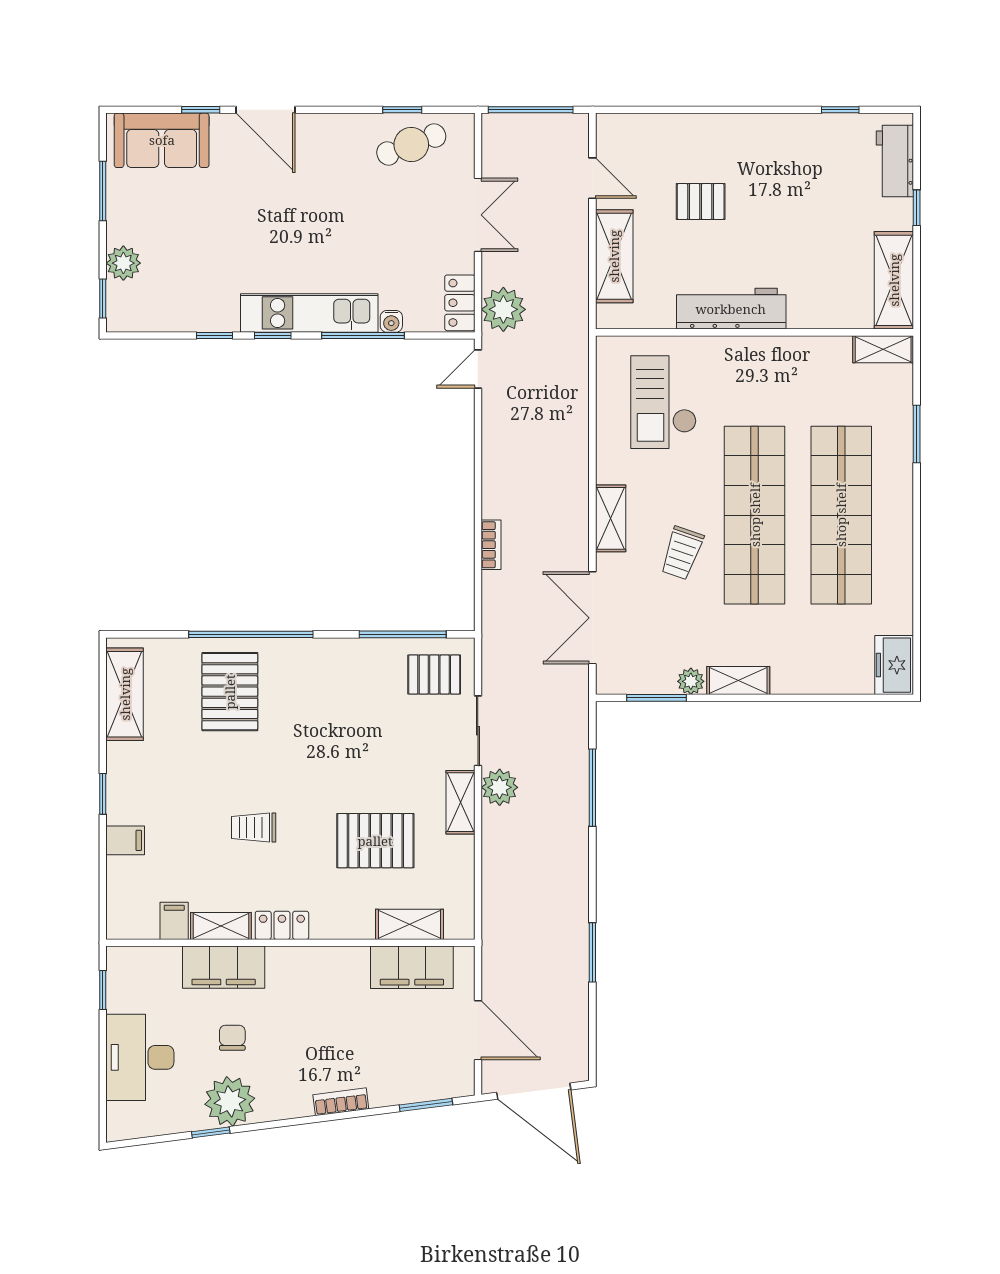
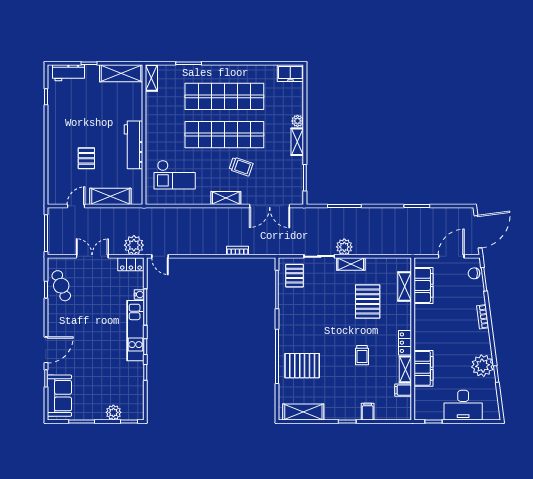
plant: (691, 681) -> (298, 121), moved
chair: (232, 1038) -> (474, 273), moved

